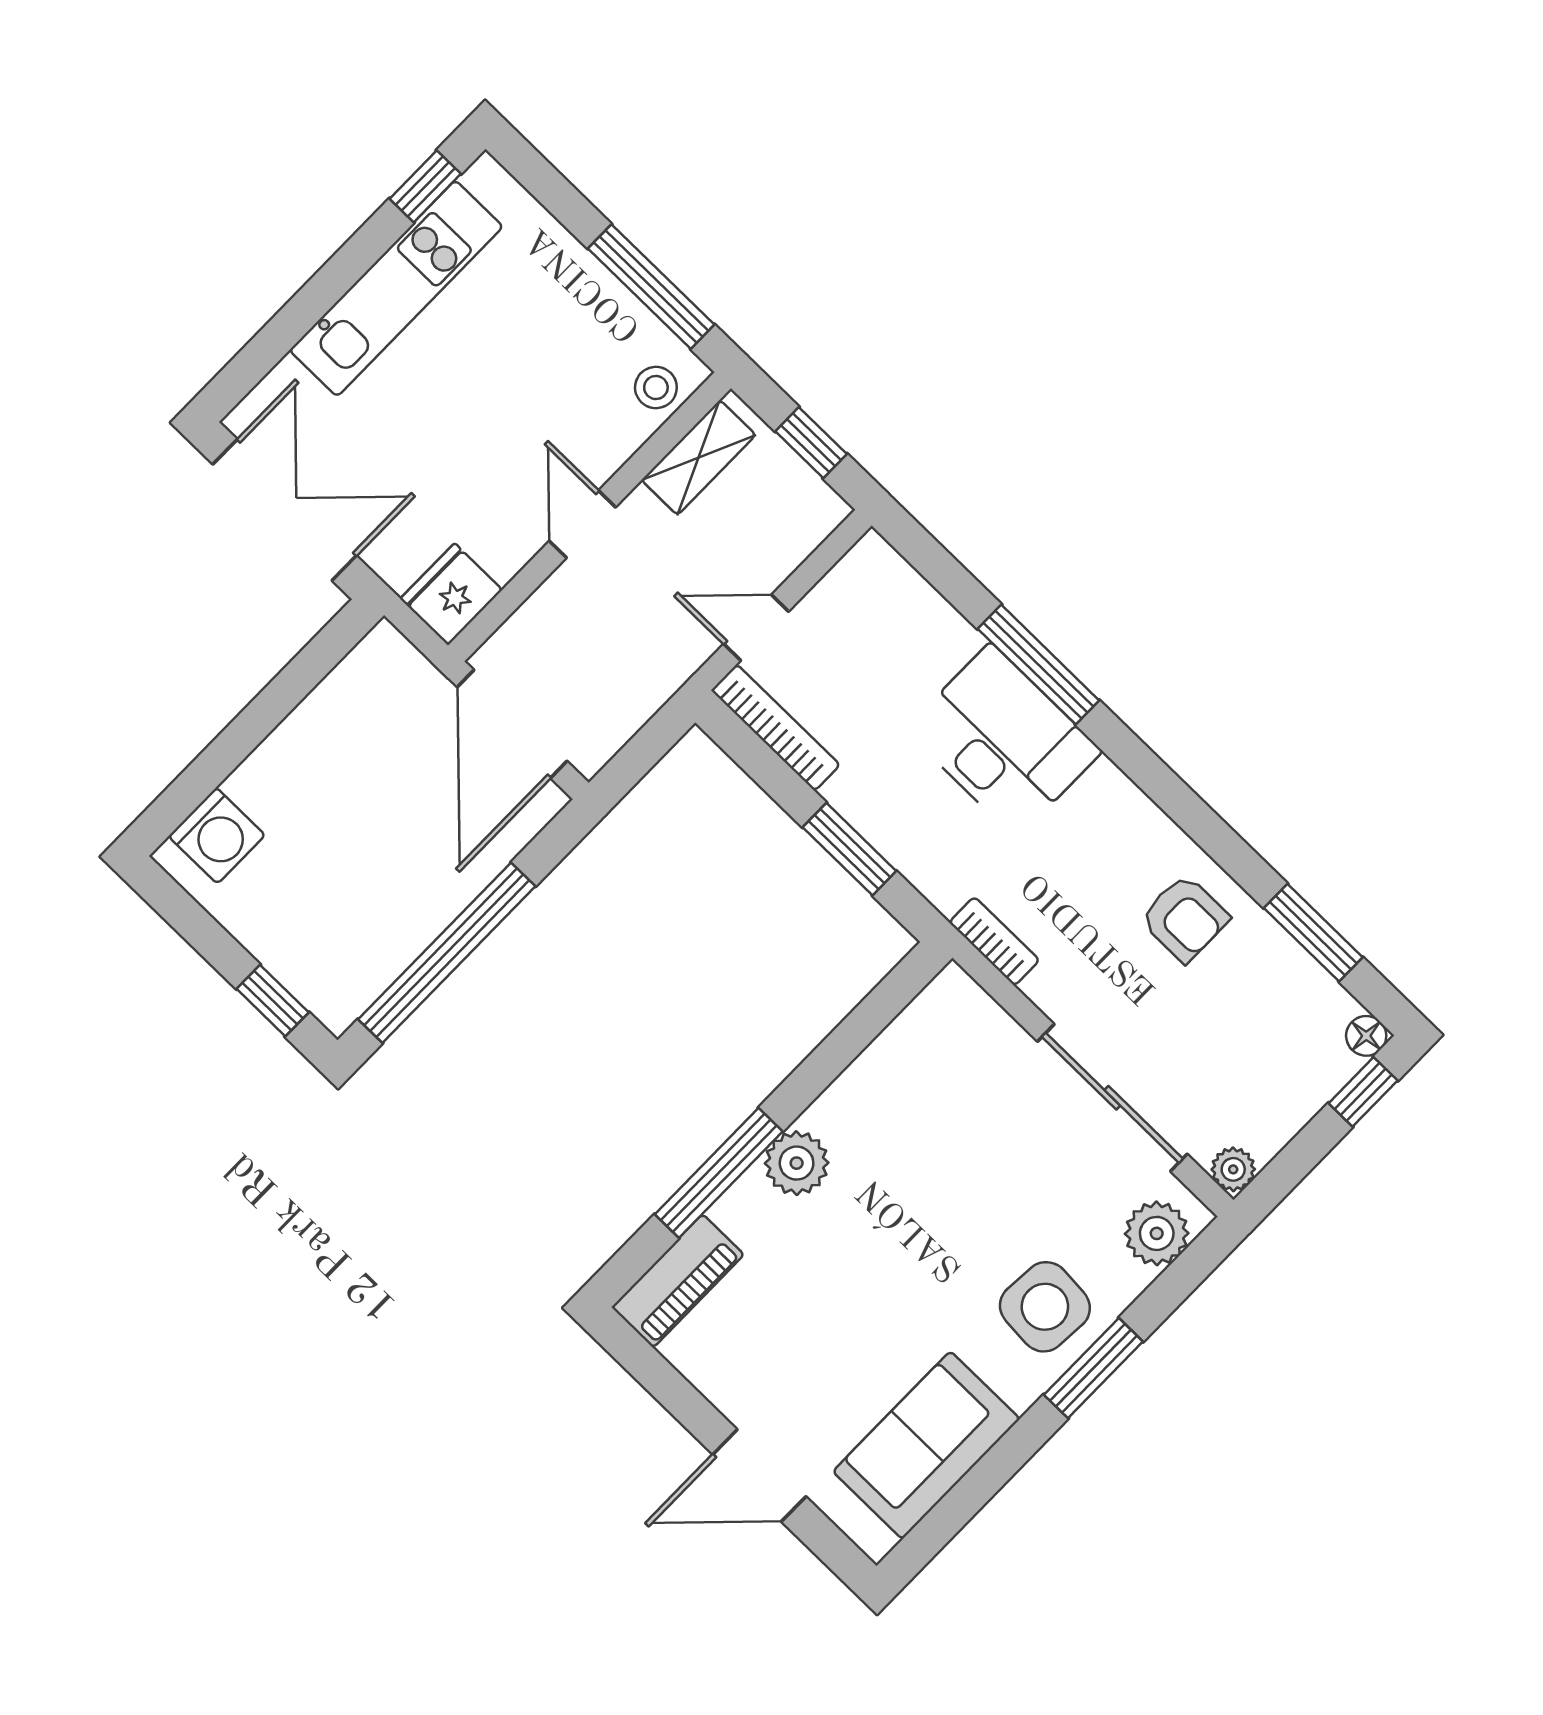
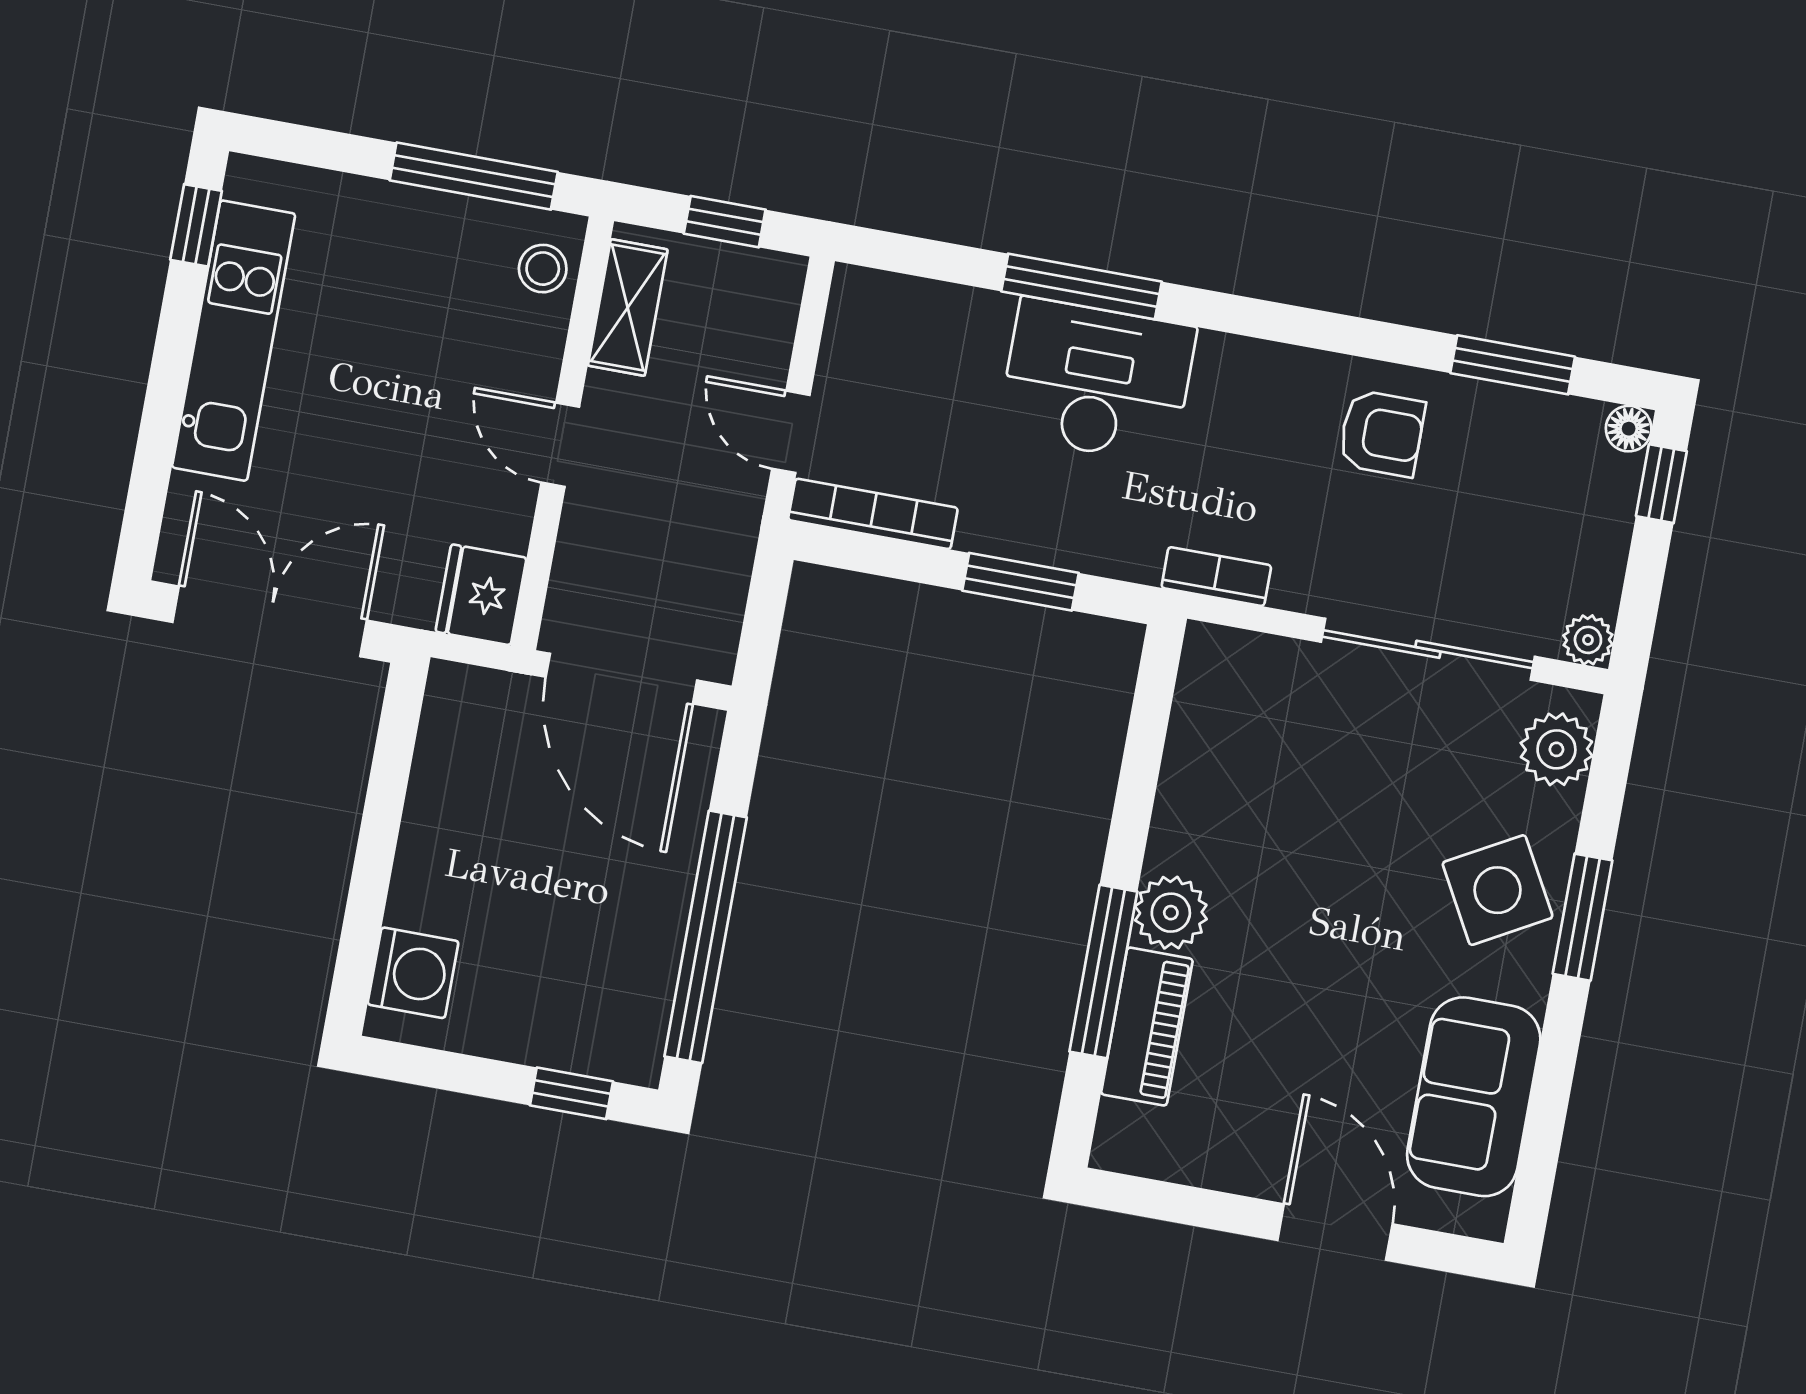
door: (756, 628) -> (791, 432), hinge flipped
piano: (678, 1281) -> (1147, 1027), moved
side table: (1045, 1307) -> (1498, 890), turned -33
door: (759, 1476) -> (1335, 1232), swing flipped

